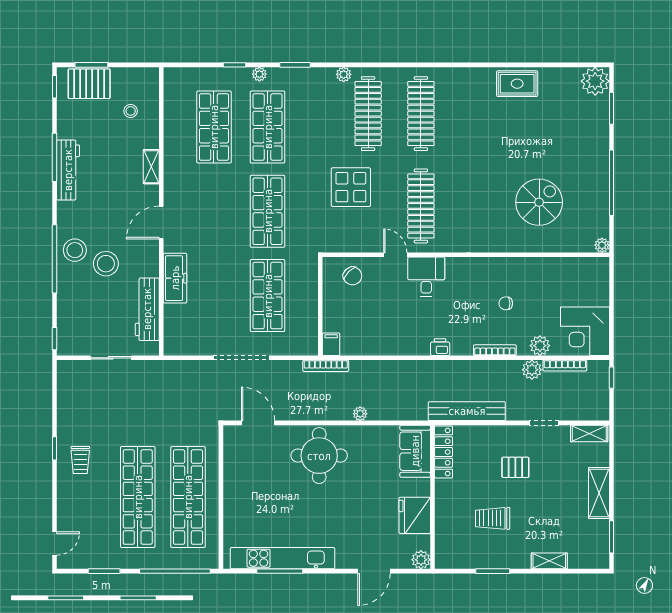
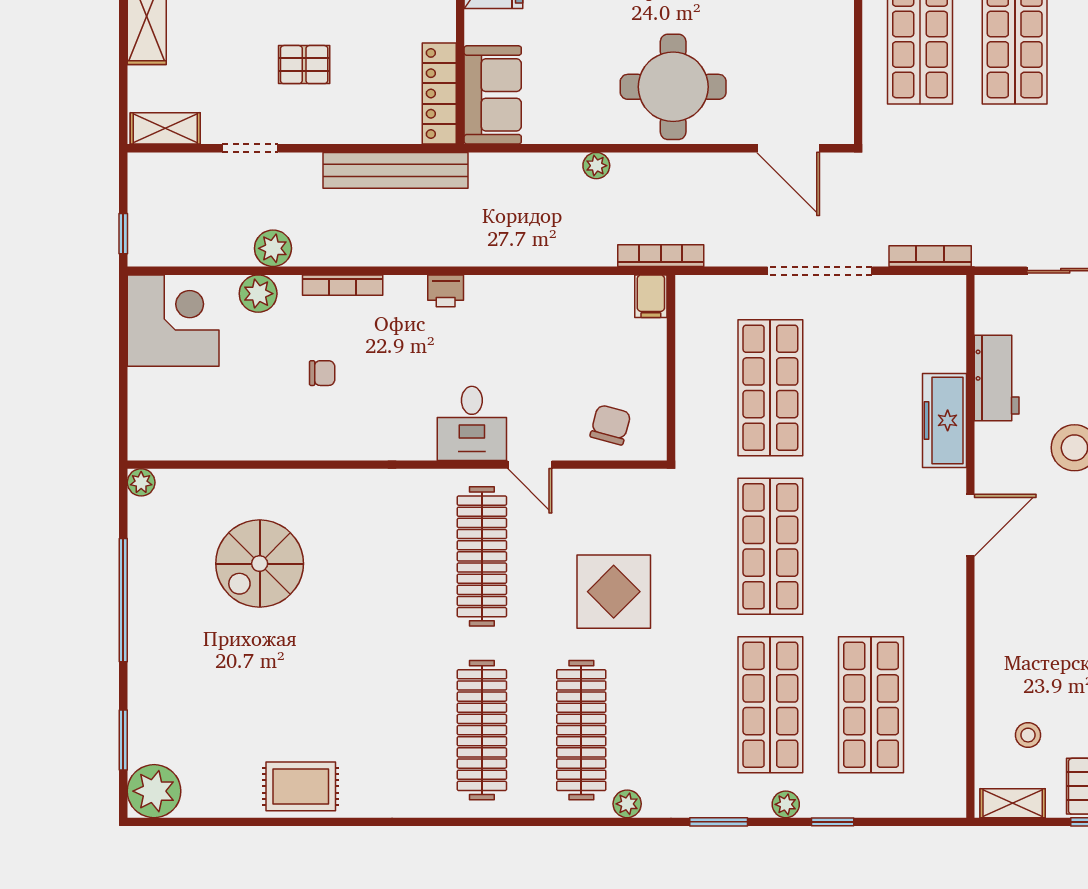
shelving: (151, 167) -> (1013, 803), moved, turned 90
chair: (353, 276) -> (610, 425), turned 60
workbench: (147, 309) -> (997, 378), width x0.73
bookcase: (565, 366) -> (930, 256), moved

